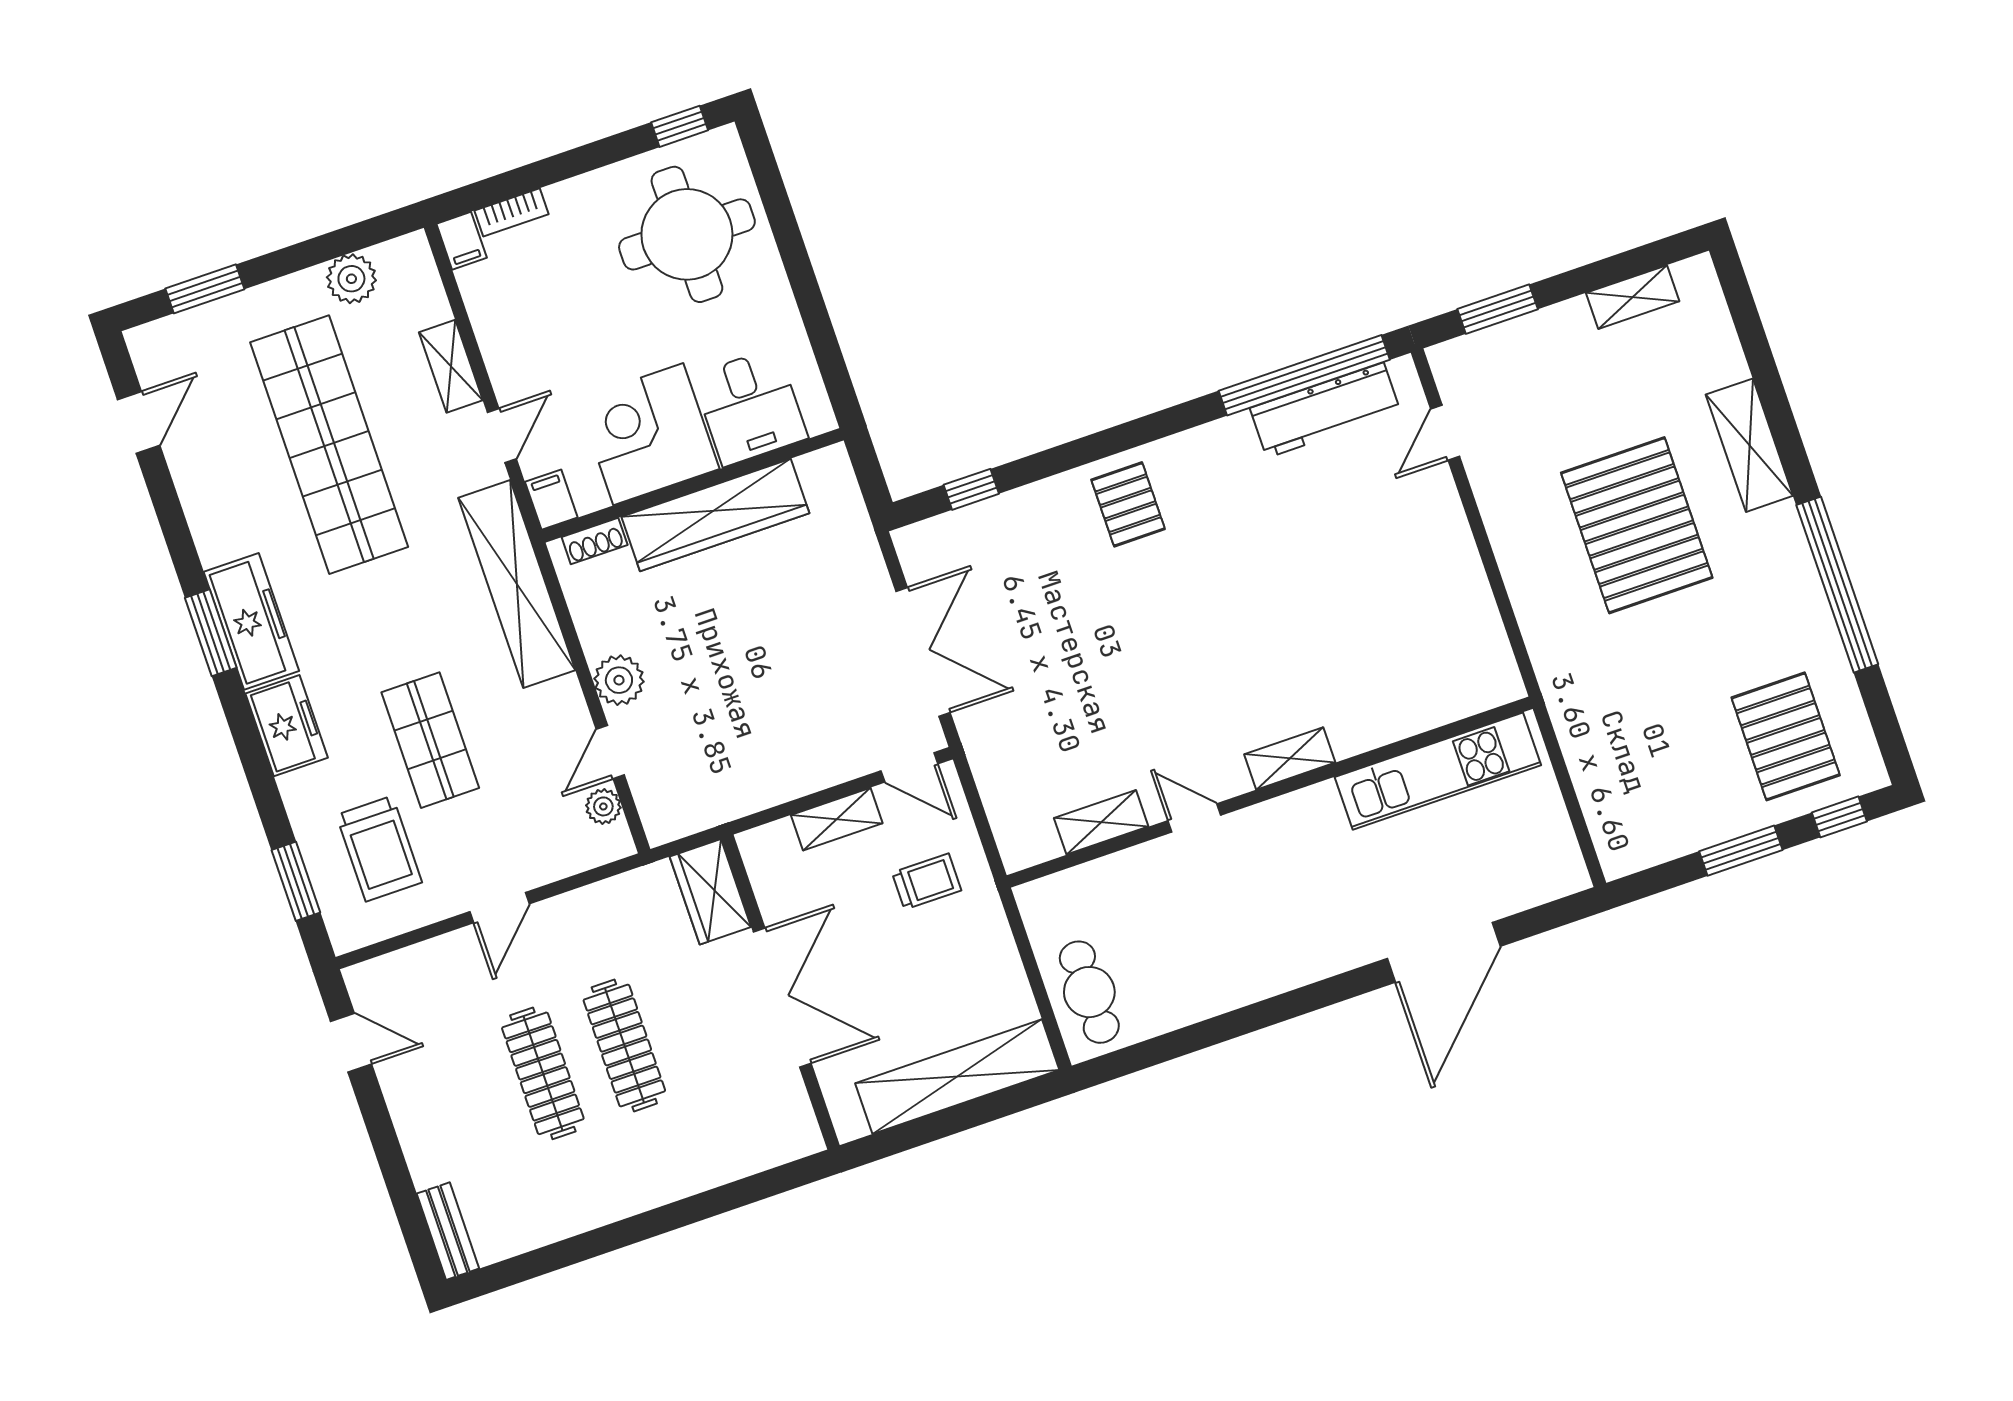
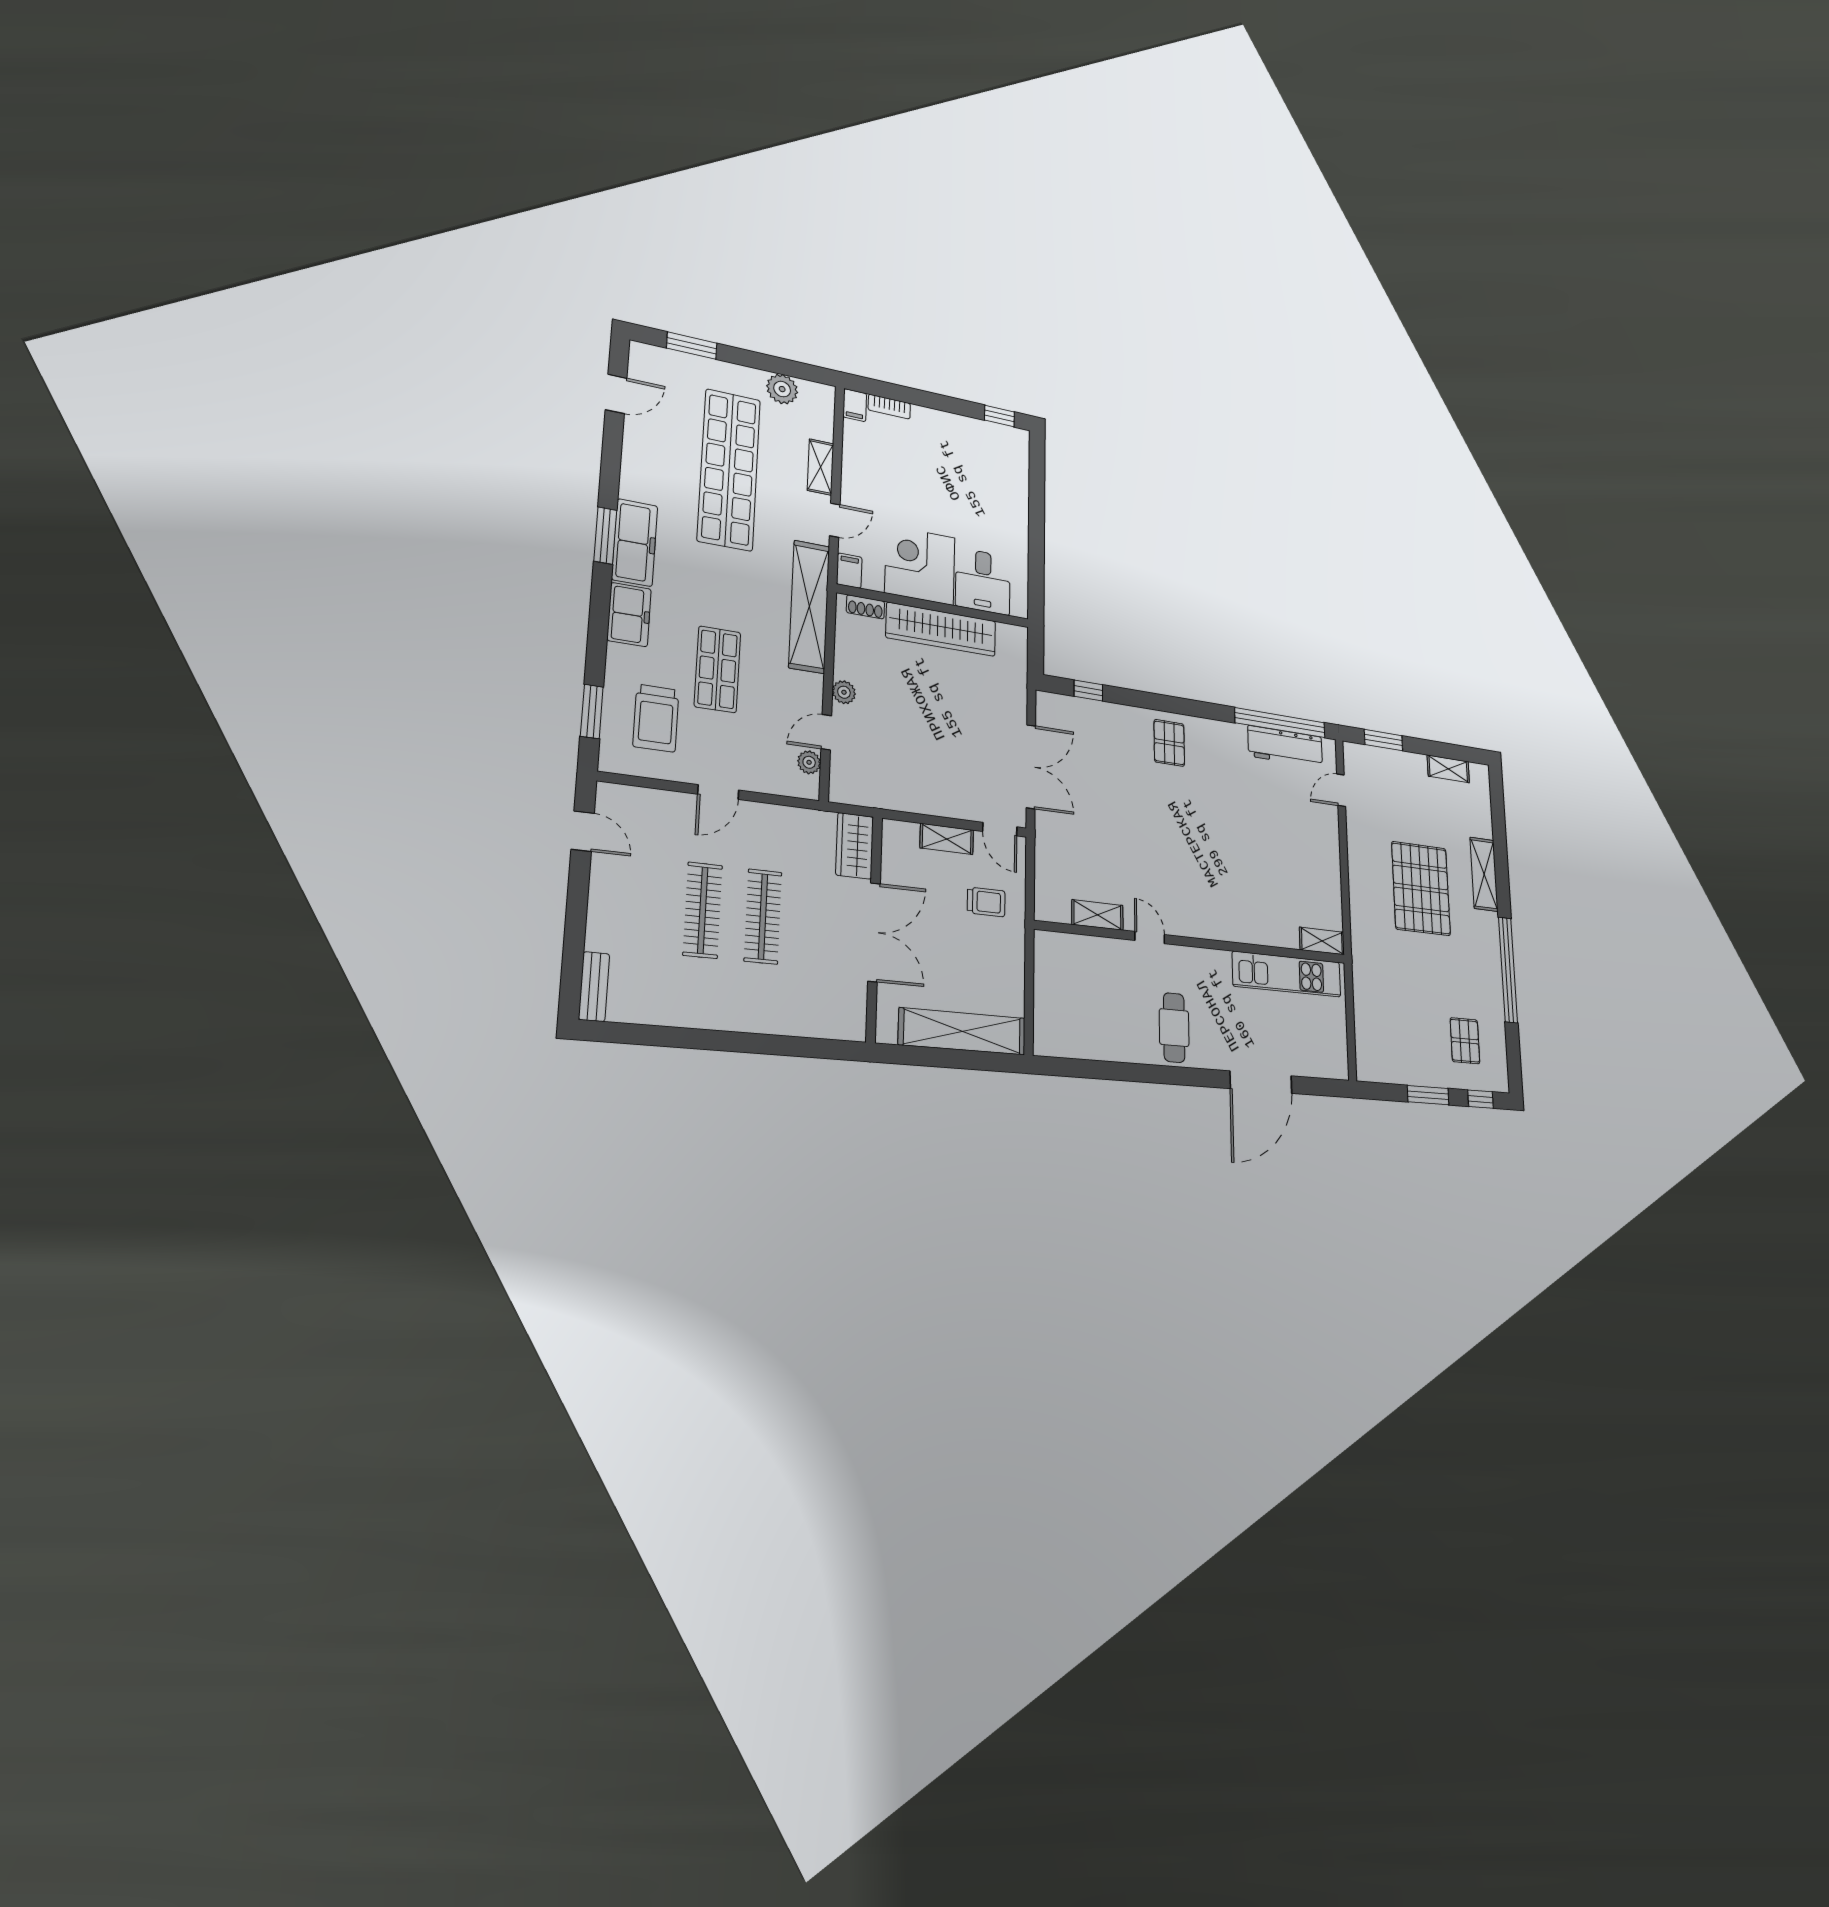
round table: (687, 234) -> (982, 473), removed
plant: (619, 680) -> (844, 692), width x0.73, depth x0.73
pallet: (1786, 736) -> (1465, 1041), width x0.67, depth x0.71
shelving: (1290, 758) -> (1322, 941), moved
cafe table: (1089, 992) -> (1174, 1028), moved

